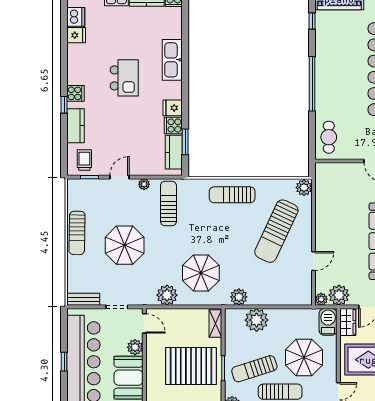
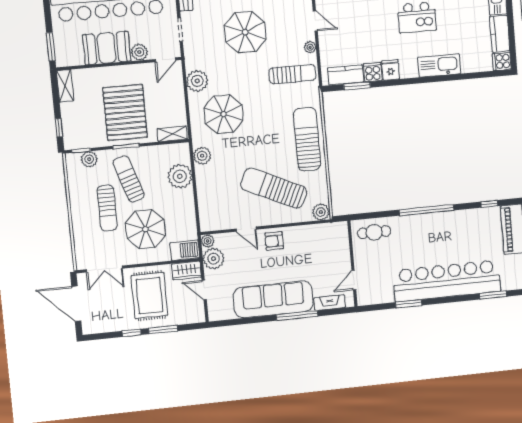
sun lounger: (232, 195) -> (307, 139), width x1.36, depth x1.34
armchair: (328, 235) -> (274, 241), added

